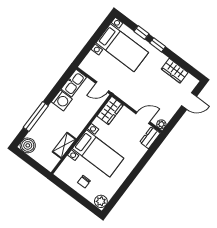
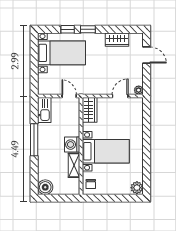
door: (102, 87) -> (69, 96), swing flipped
washing machine: (62, 100) -> (72, 145), moved, turned 180
door: (189, 101) -> (147, 55), hinge flipped
window: (36, 116) -> (34, 140), moved
dresser: (150, 138) -> (138, 108), removed
chair: (84, 182) -> (91, 184), moved

